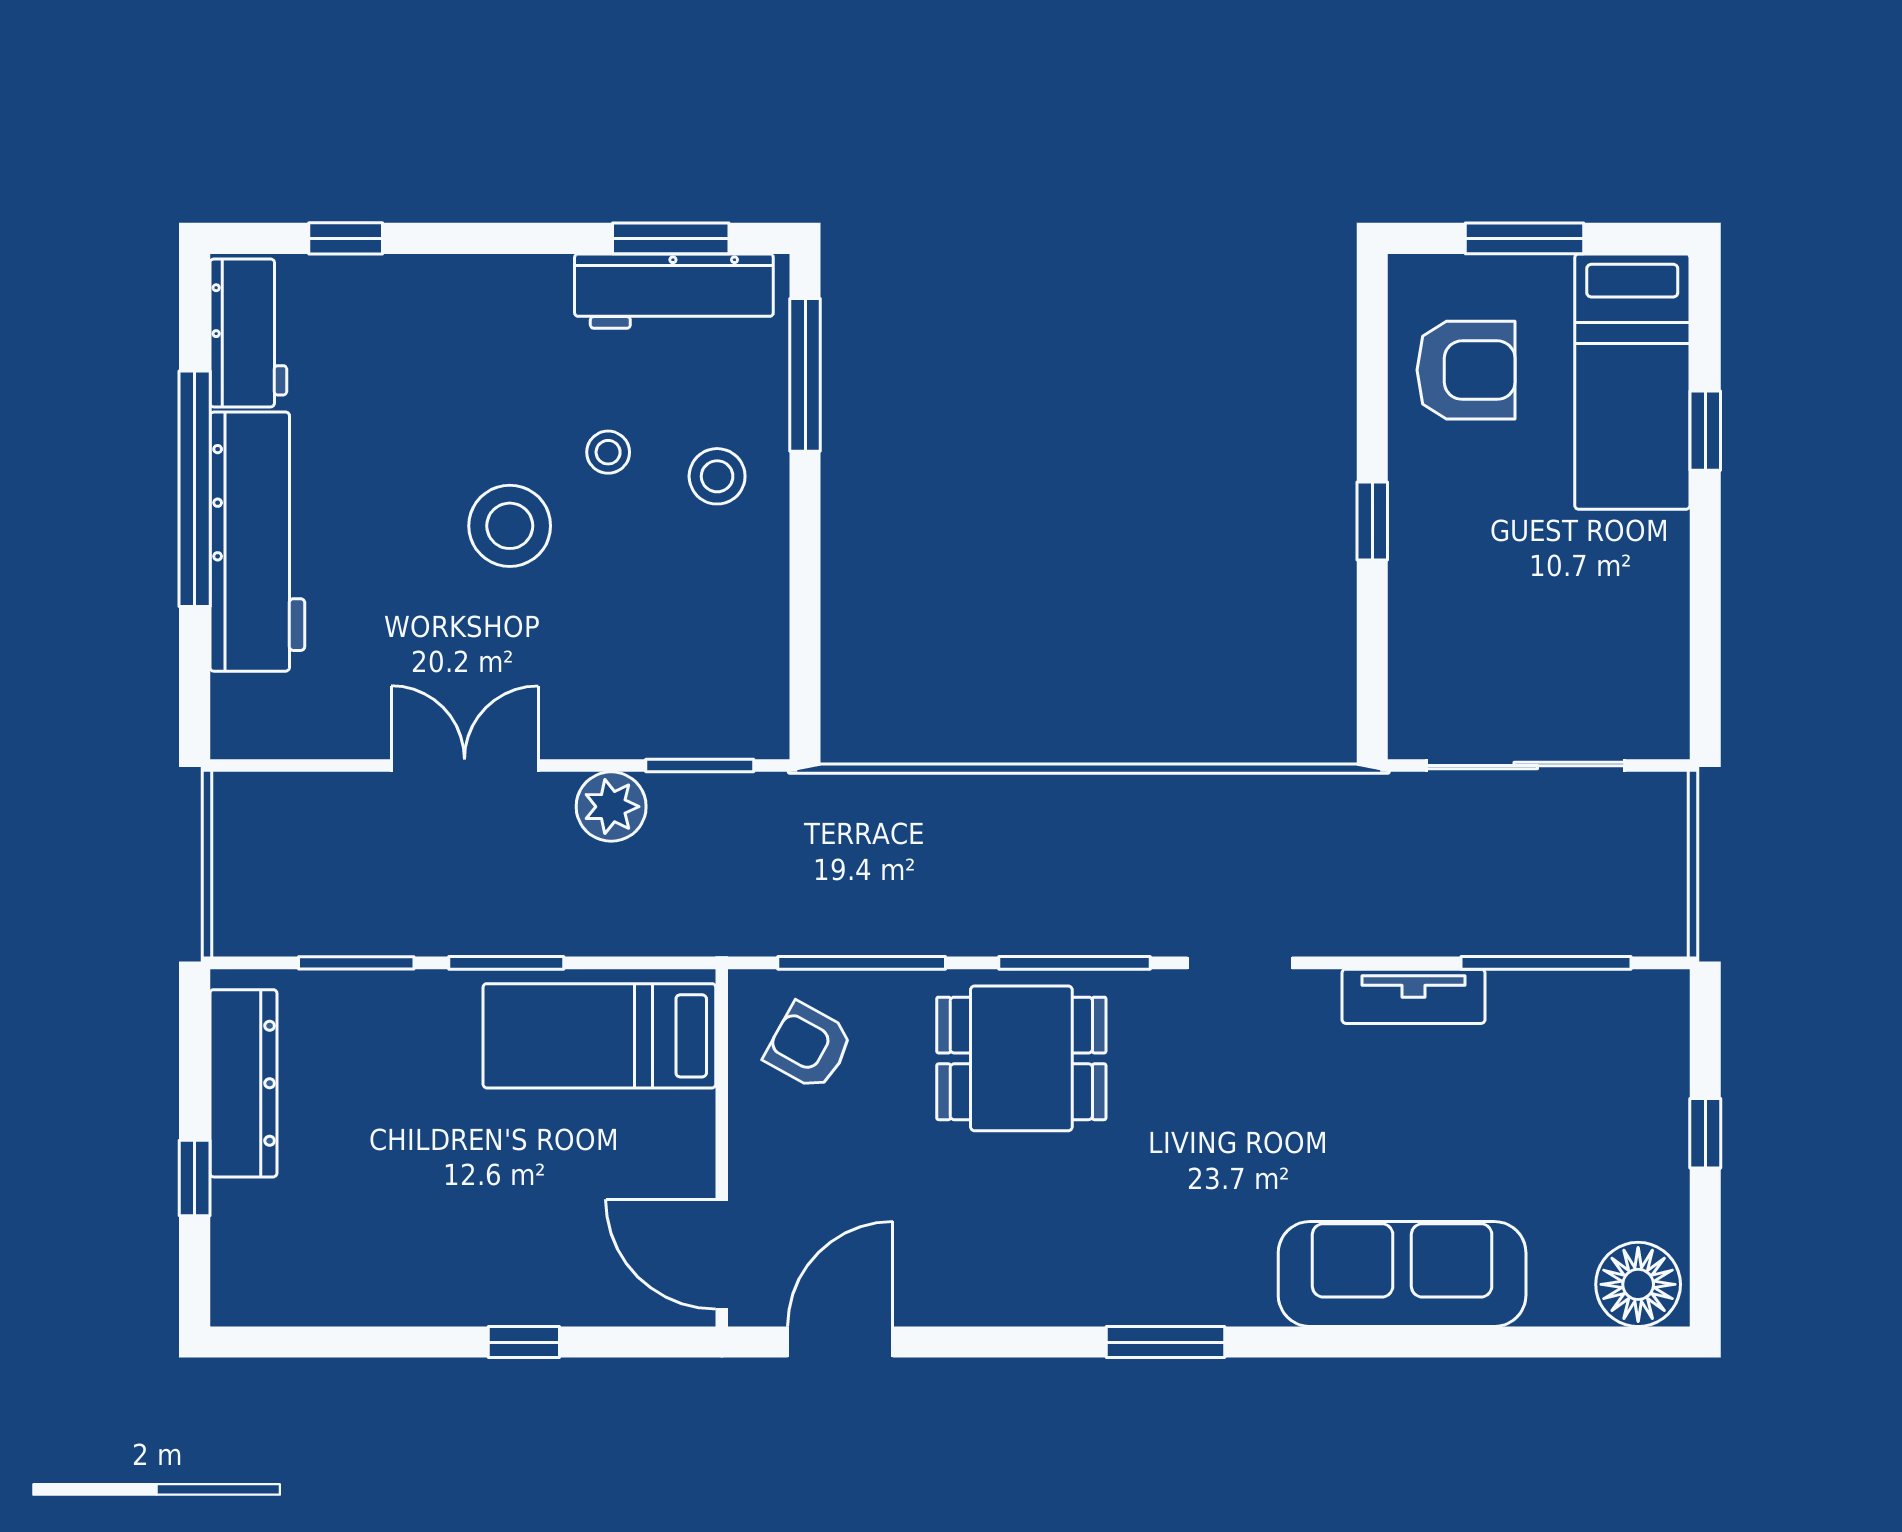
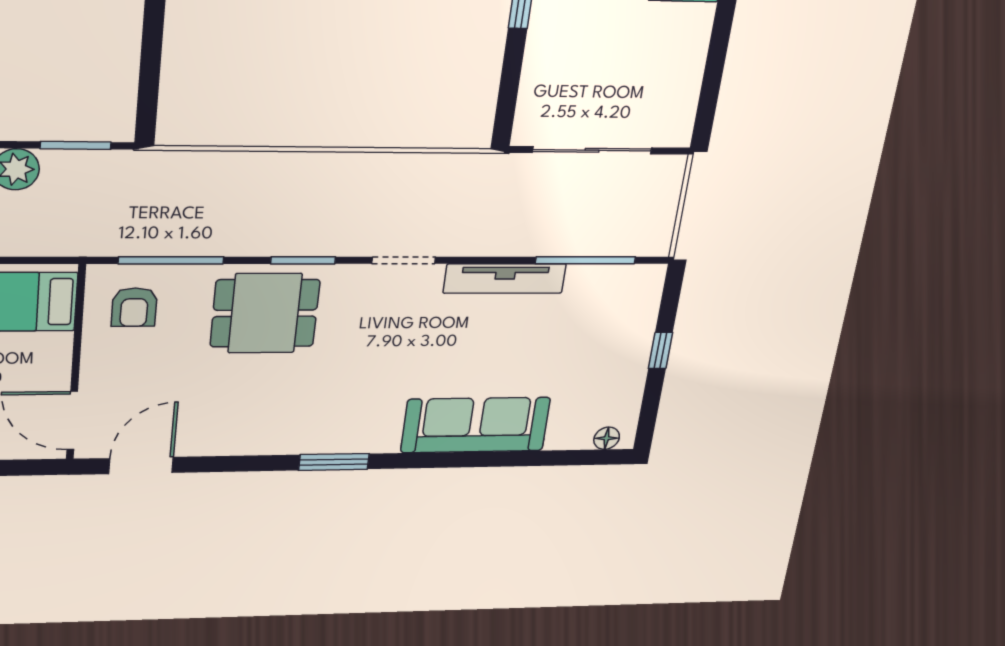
window: (1074, 963) -> (303, 260), width x0.69
tv unit: (1413, 996) -> (505, 279), width x1.41
armchair: (809, 1046) -> (134, 307), turned -119
floor lamp: (1638, 1284) -> (607, 438), width x0.53, depth x0.53

